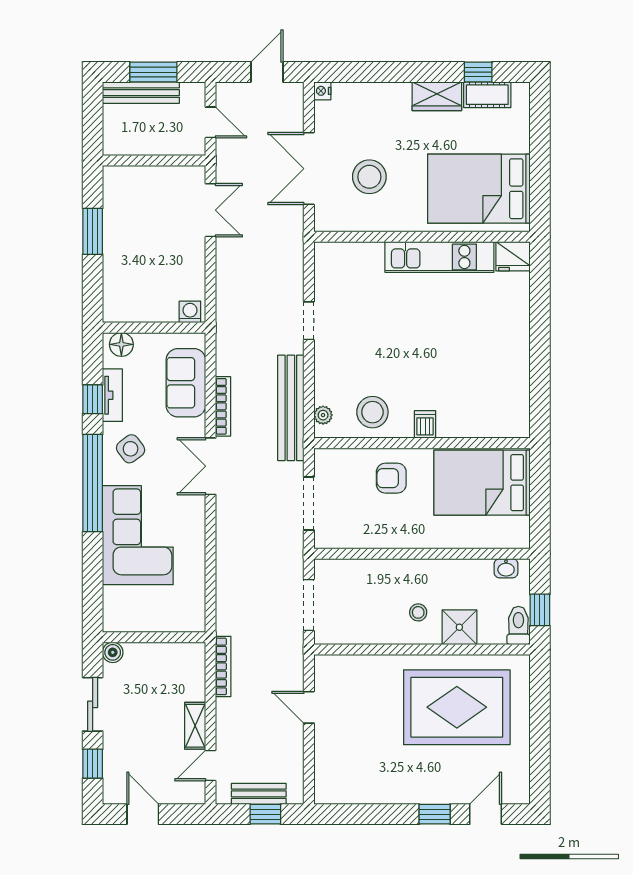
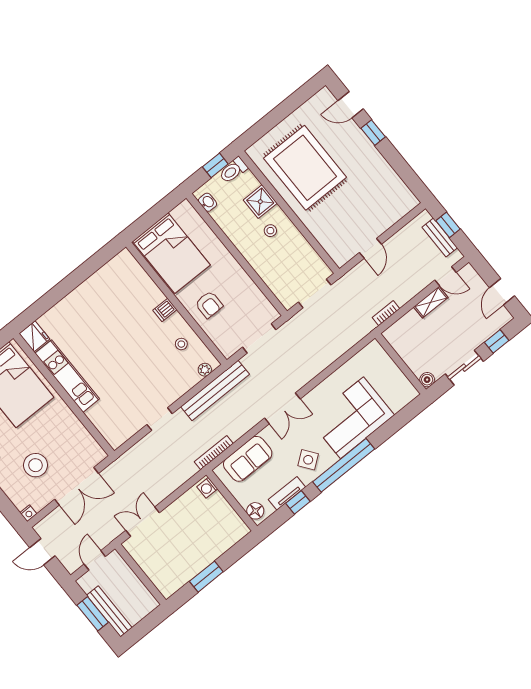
stool: (369, 177) -> (36, 465), moved
bookcase: (223, 406) -> (214, 453), moved
stool: (372, 412) -> (181, 344), width x0.53, depth x0.53
bookcase: (223, 666) -> (386, 313), width x0.64

